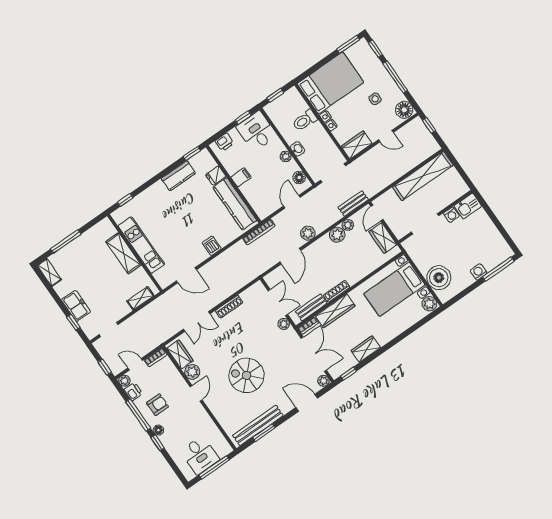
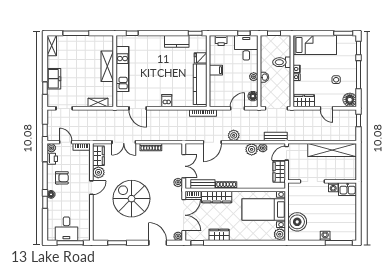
bed: (331, 83) -> (315, 45), width x0.67
spiral stairs: (246, 375) -> (131, 199), width x1.37, depth x1.37
bench: (258, 425) -> (117, 236), removed

